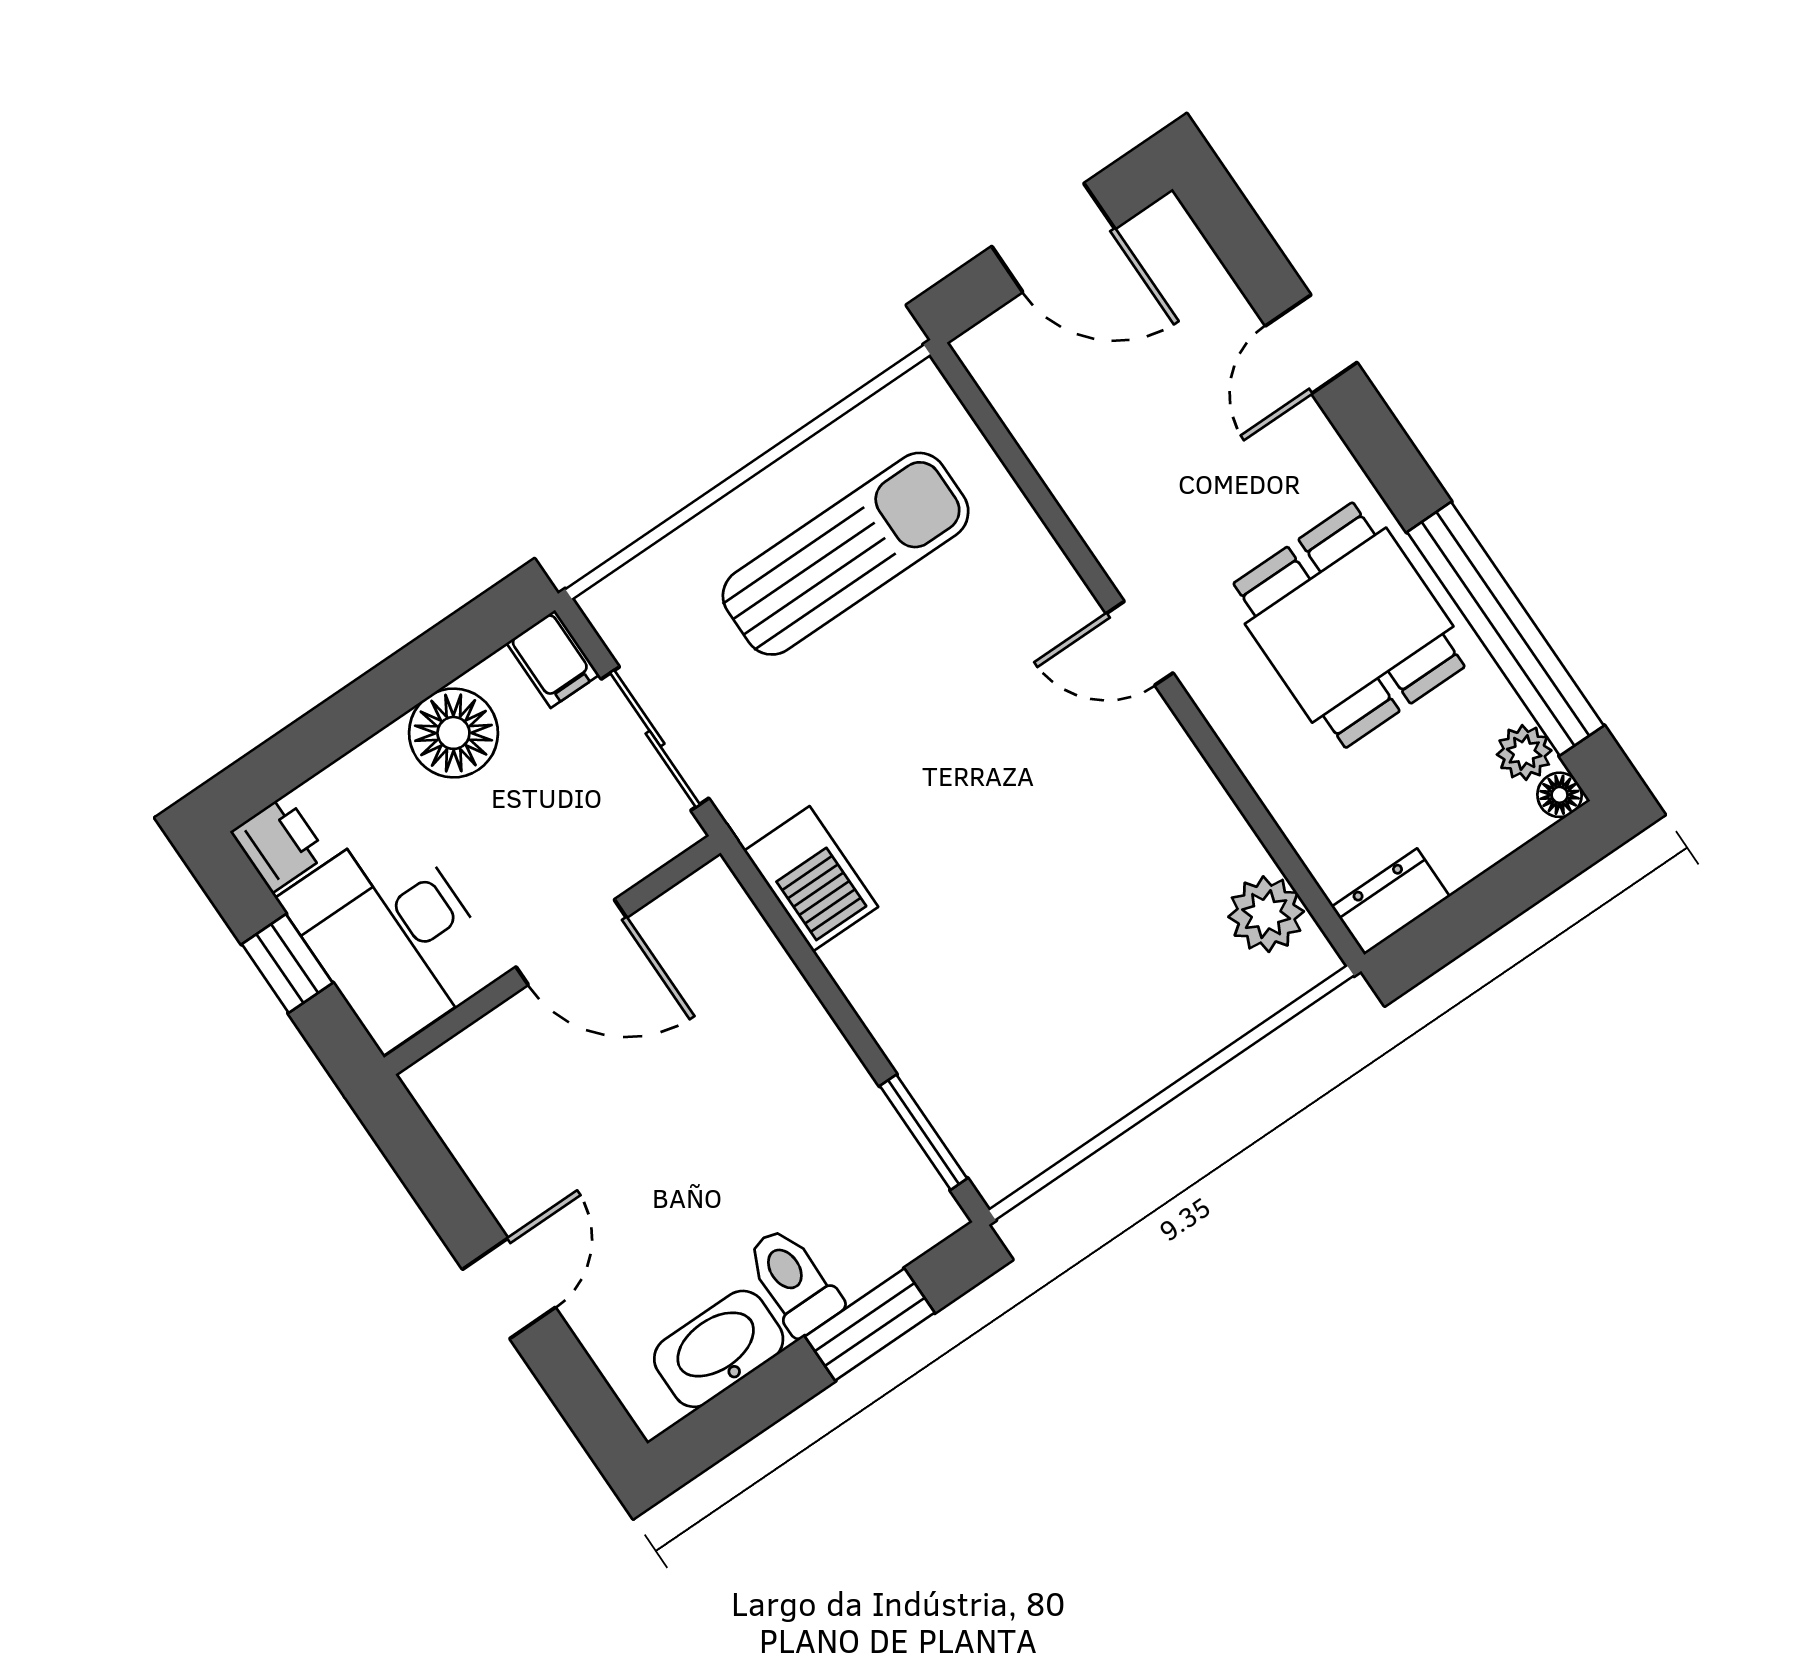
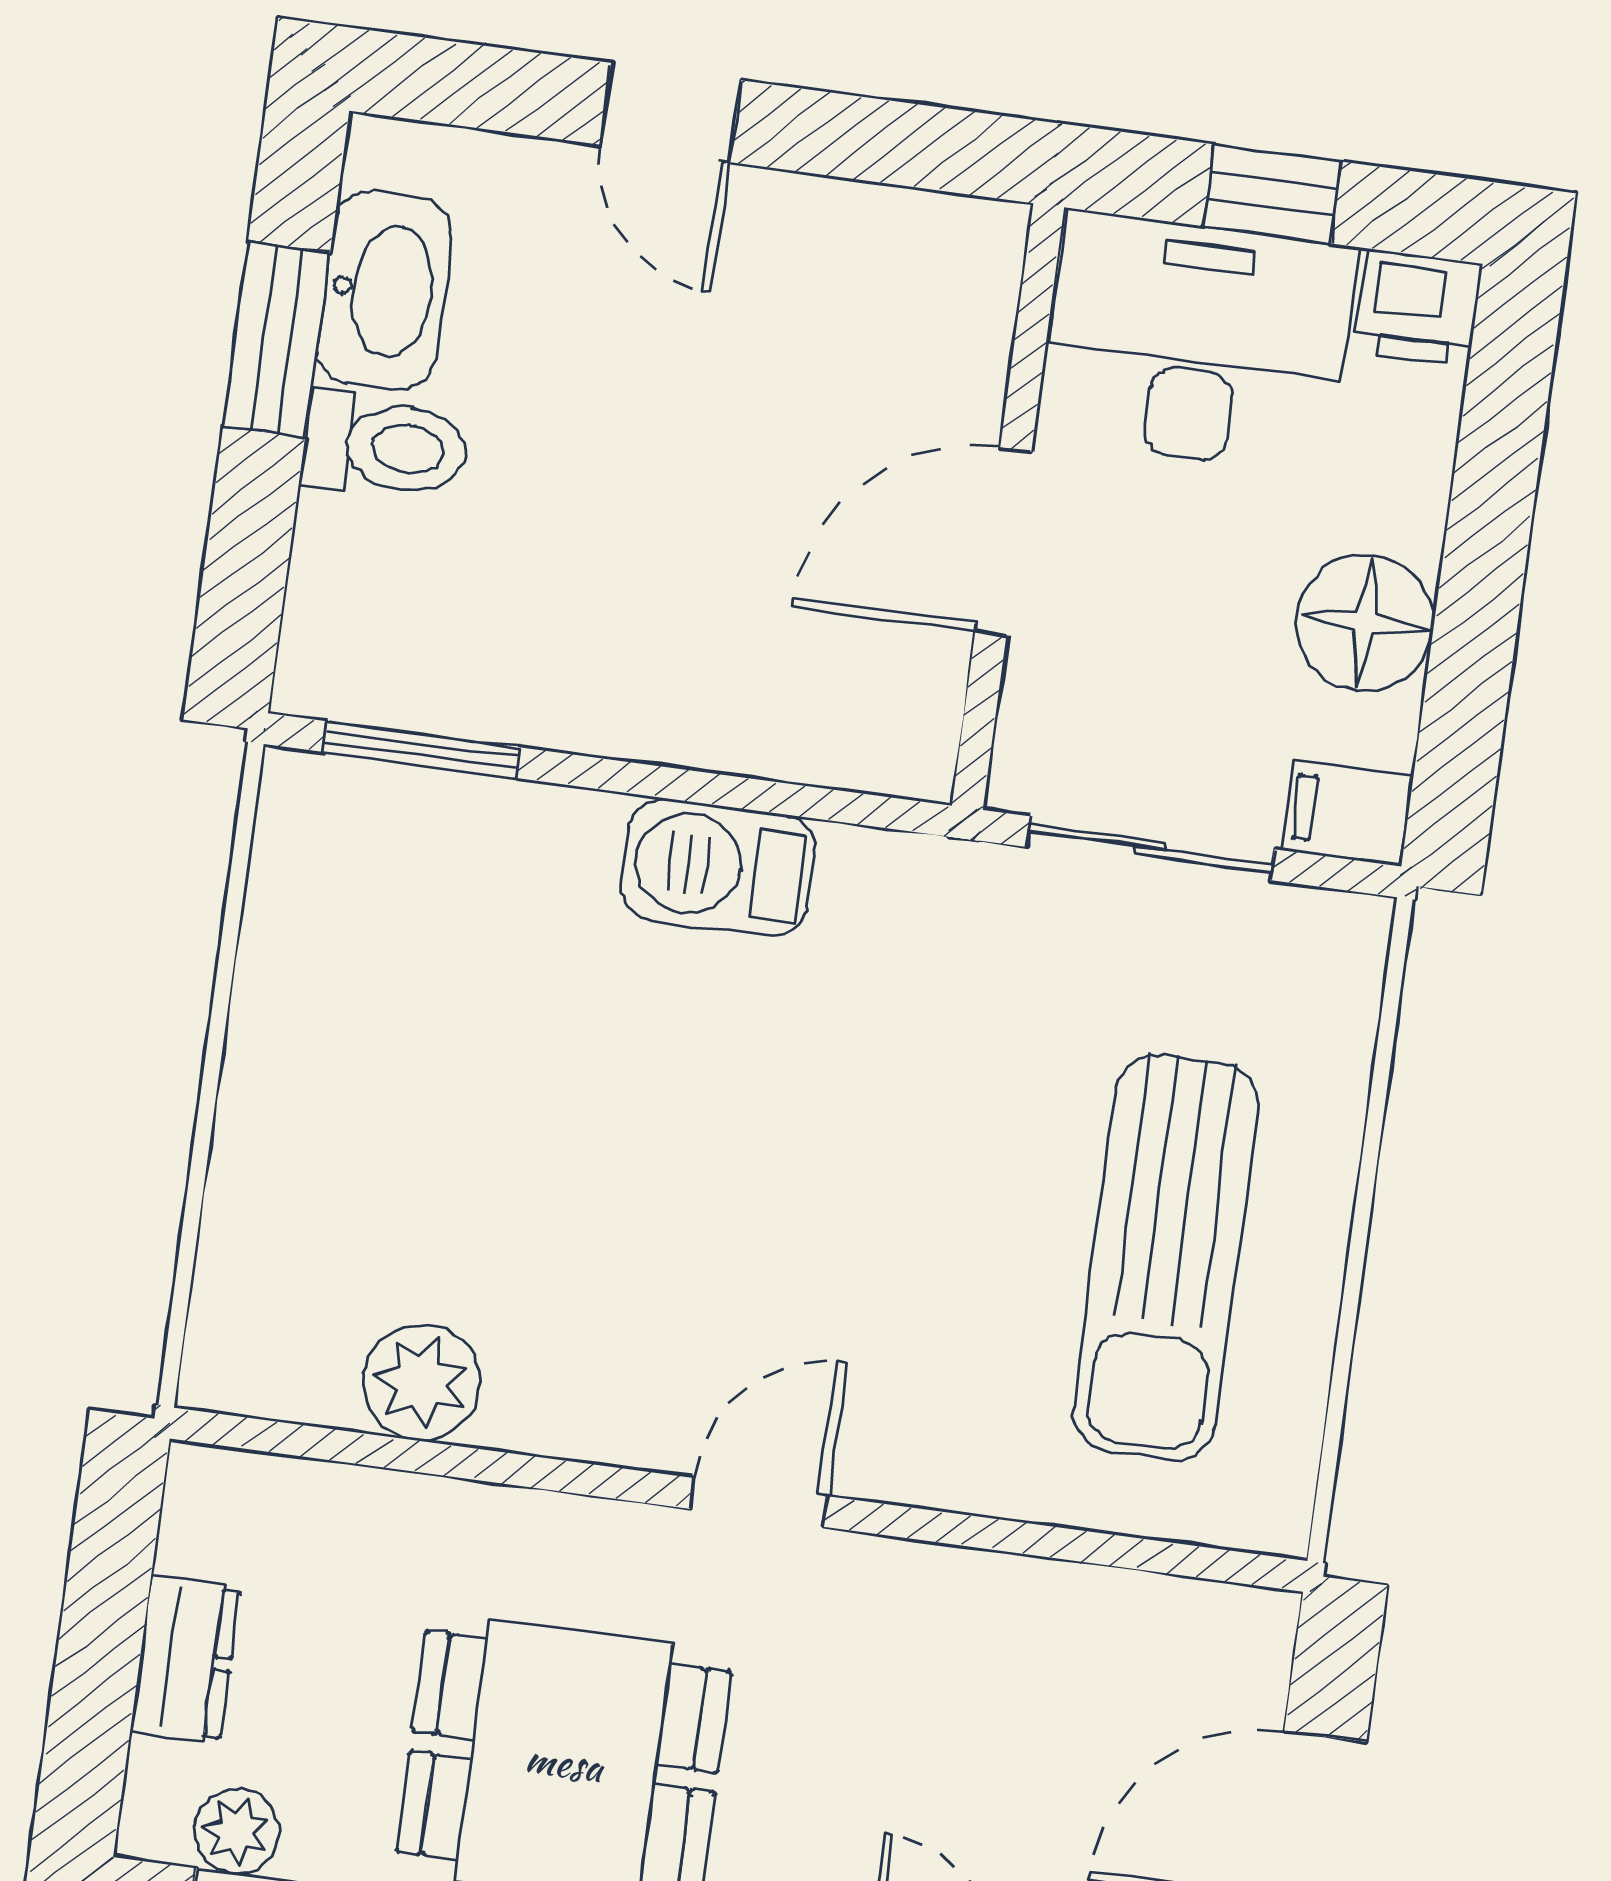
floor lamp: (1560, 795) -> (151, 1828), removed
barbecue: (811, 879) -> (718, 867), moved
dresser: (1391, 902) -> (185, 1659), moved
plant: (1266, 914) -> (421, 1382), moved
window: (870, 1324) -> (277, 339), moved

